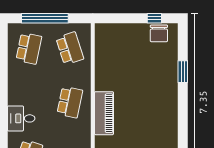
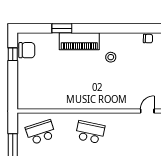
piano: (104, 113) -> (79, 41), moved, turned 180
stool: (151, 125) -> (111, 57), added

